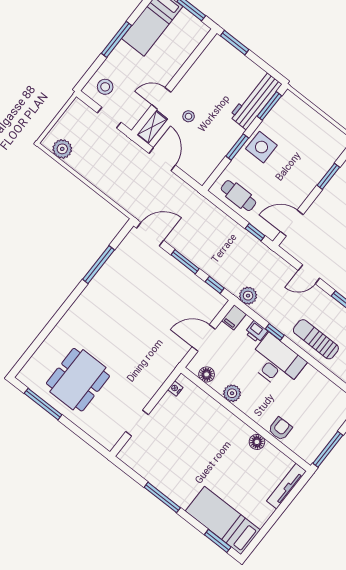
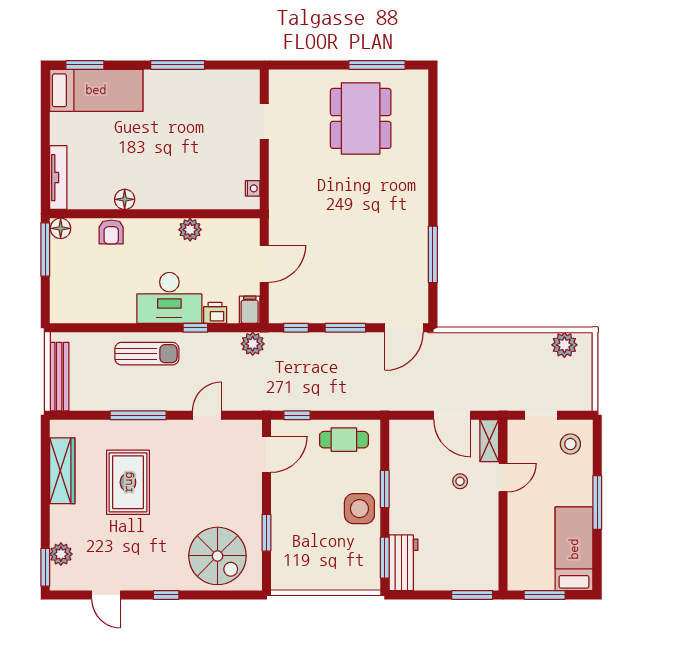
workbench: (256, 100) -> (403, 563), width x0.73
floor lamp: (207, 374) -> (61, 228), moved

